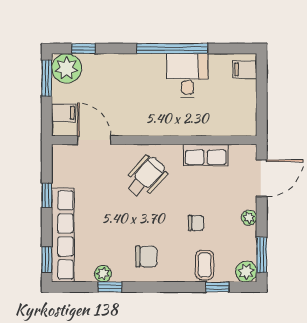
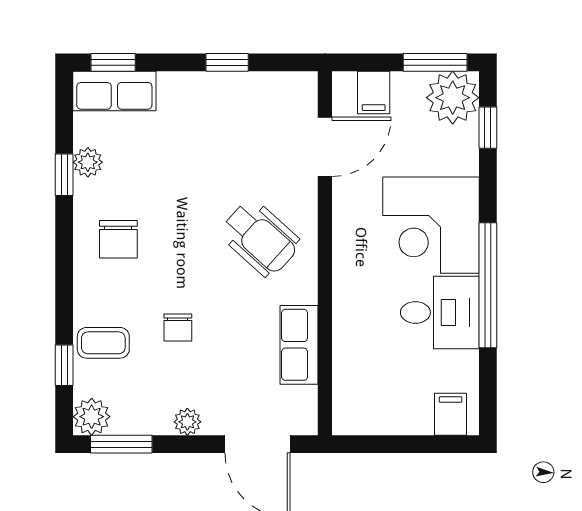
corner desk: (138, 81) -> (431, 225), added
row of seats: (63, 235) -> (114, 91), width x0.50

